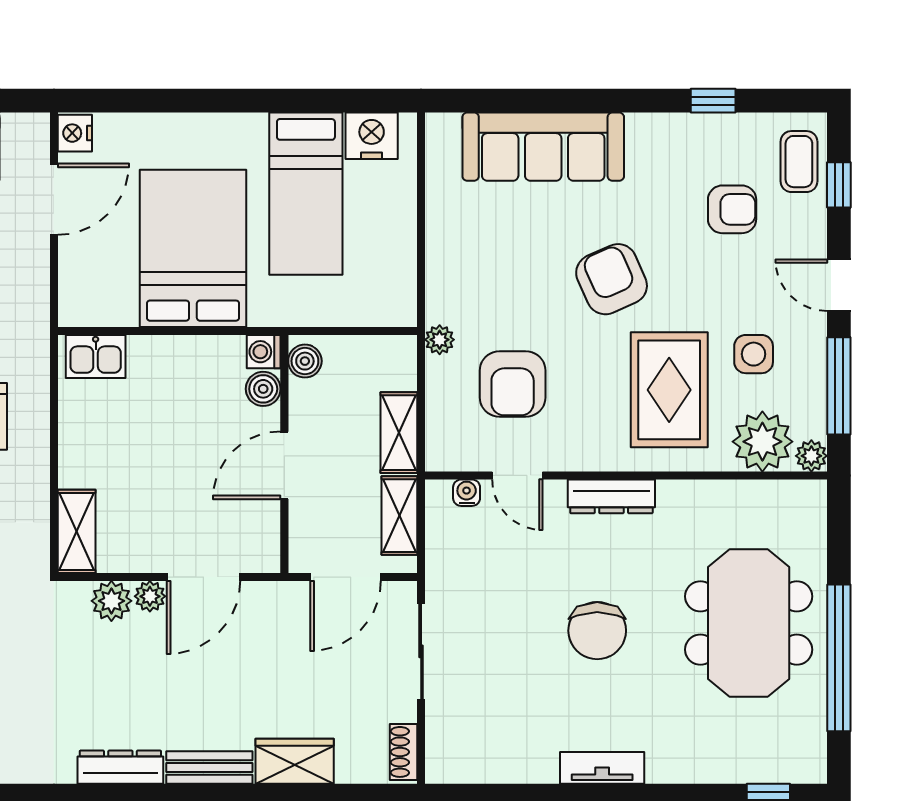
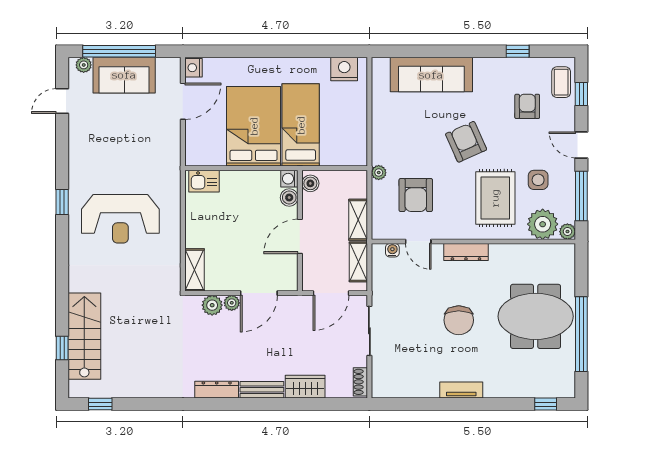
bed: (306, 194) -> (301, 125), moved, turned 180
armchair: (732, 209) -> (527, 106), turned -90
meeting table: (749, 623) -> (536, 316), turned 90

